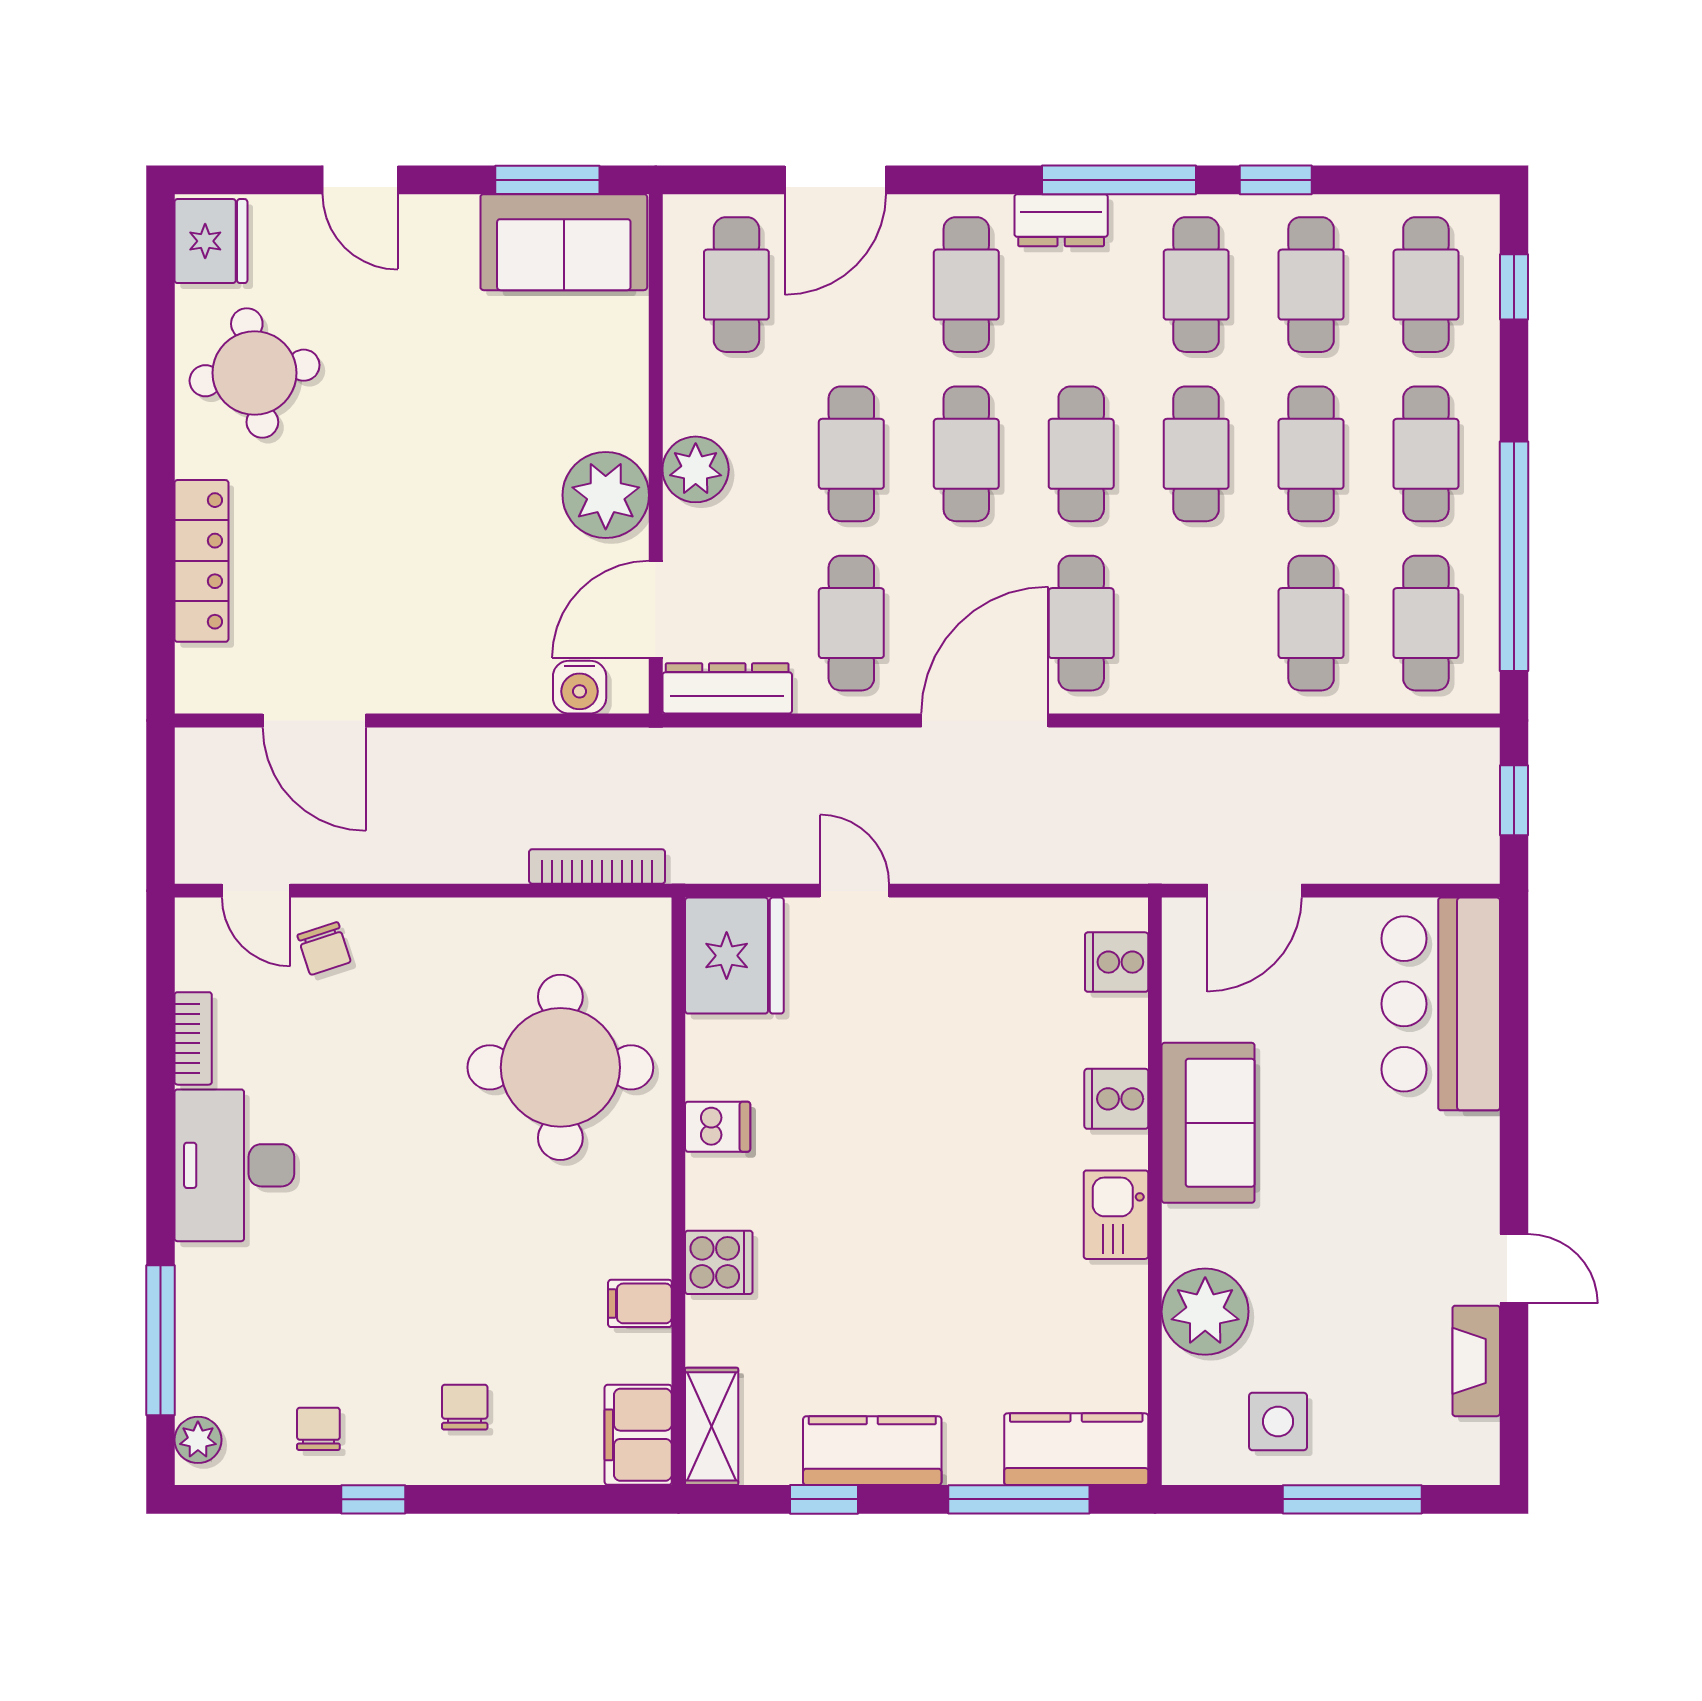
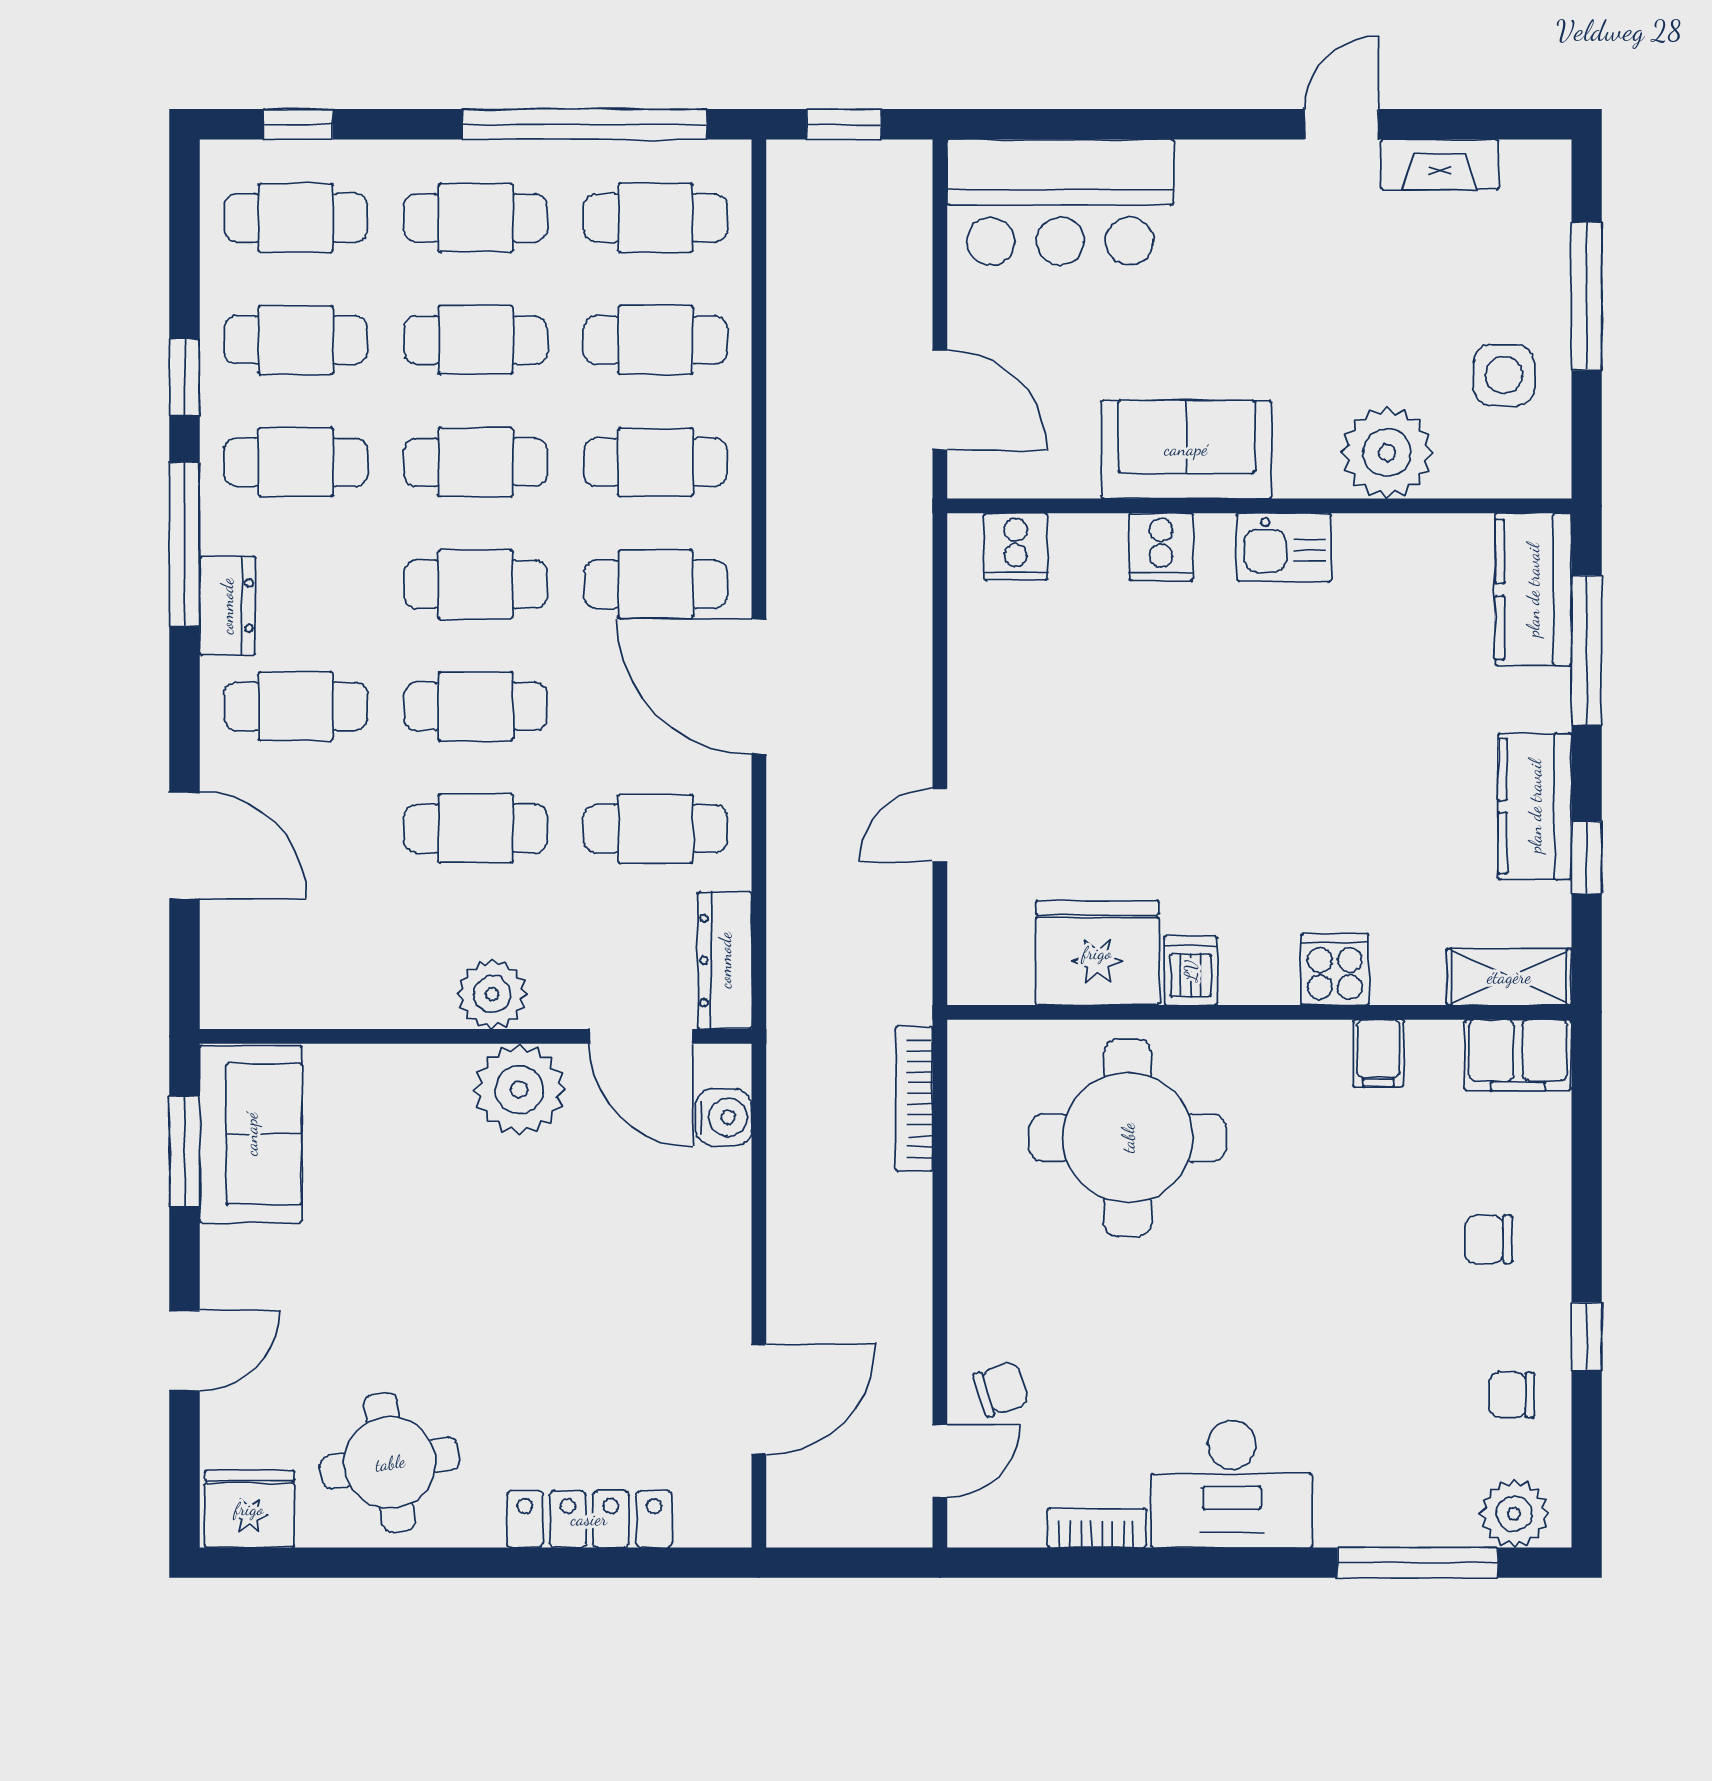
cafe table: (736, 285) -> (655, 462), moved
fridge: (734, 956) -> (1097, 953), moved
plant: (198, 1440) -> (1514, 1513), width x1.38, depth x1.38

